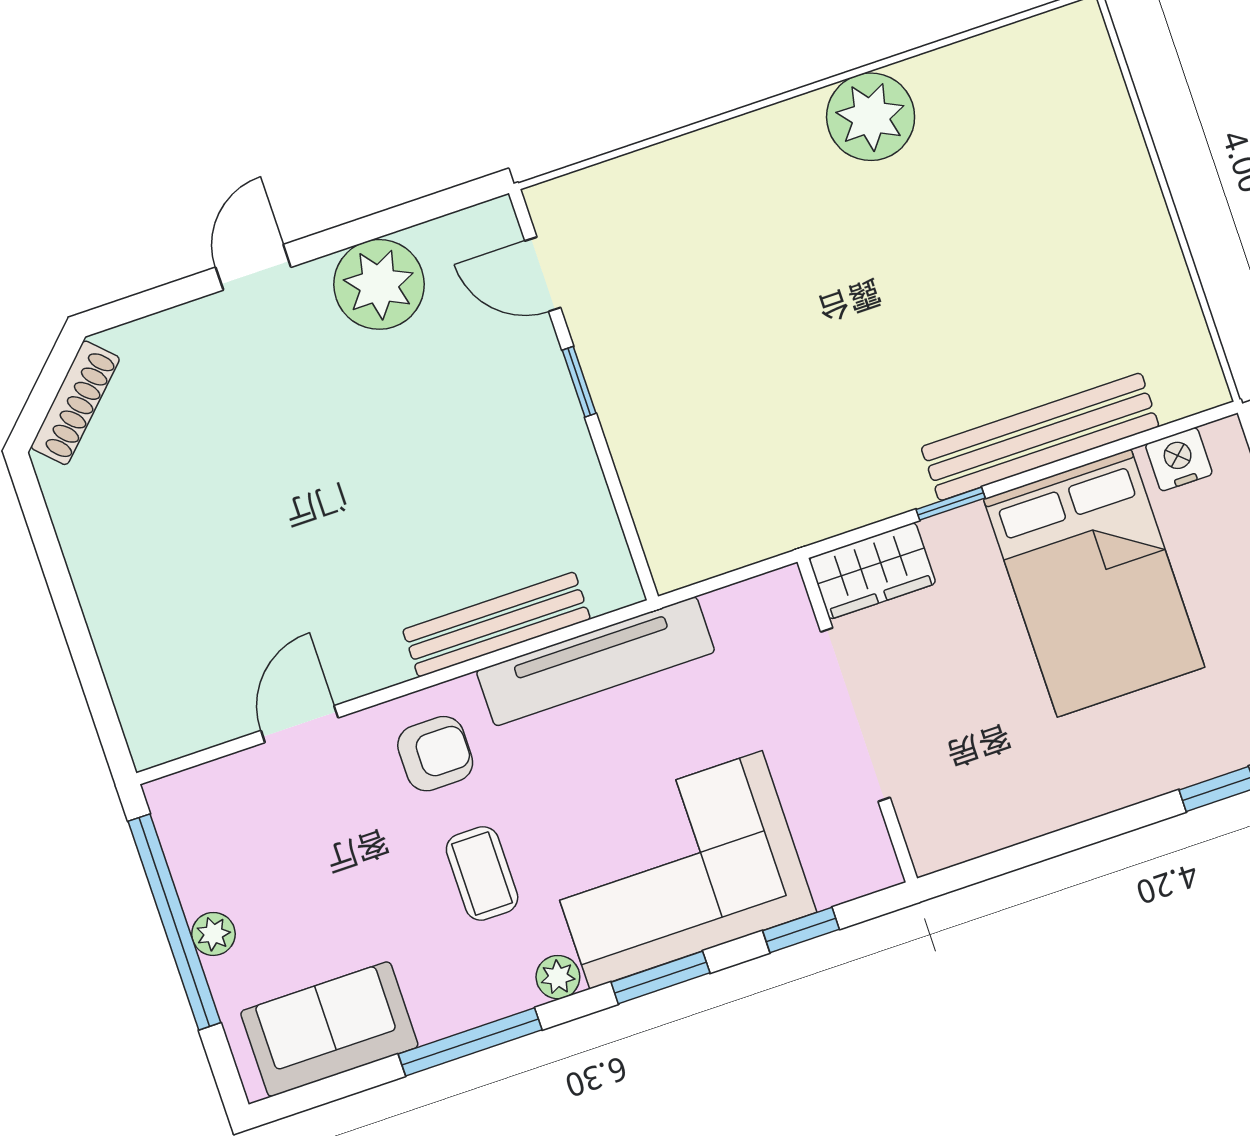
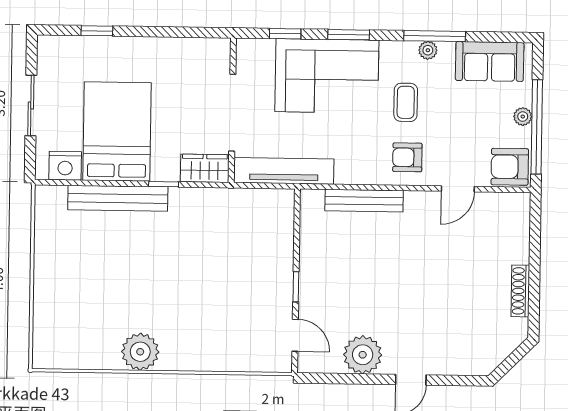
shoe rack: (75, 403) -> (520, 291), moved, turned -45
nightstand: (1179, 459) -> (65, 166), width x1.36, depth x1.33
tv unit: (596, 661) -> (284, 171), moved
armchair: (203, 813) -> (510, 167), added
plant: (558, 977) -> (428, 50), moved

